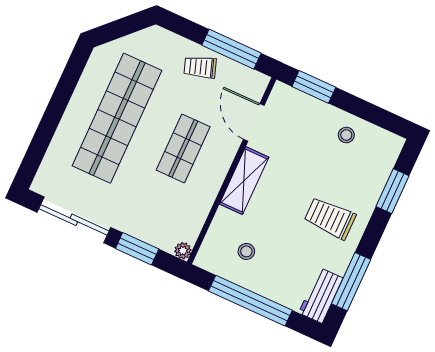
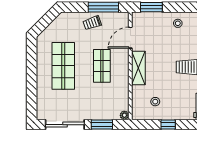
shop shelf: (117, 118) -> (63, 66), width x0.71
door: (254, 122) -> (130, 38), hinge flipped
window: (250, 301) -> (168, 125), width x0.32

